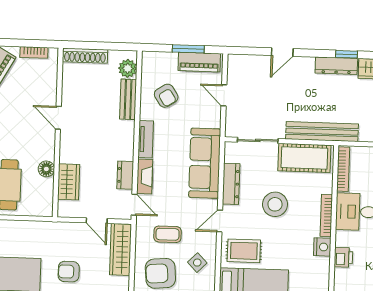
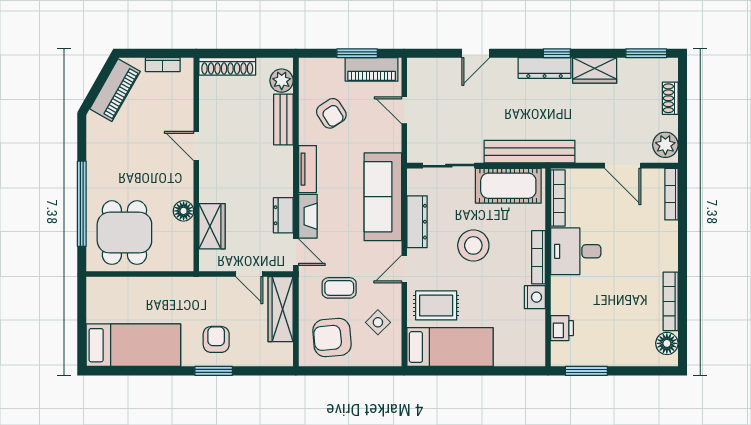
printer: (343, 257) -> (562, 328), moved
armchair: (69, 272) -> (216, 339), turned 90

